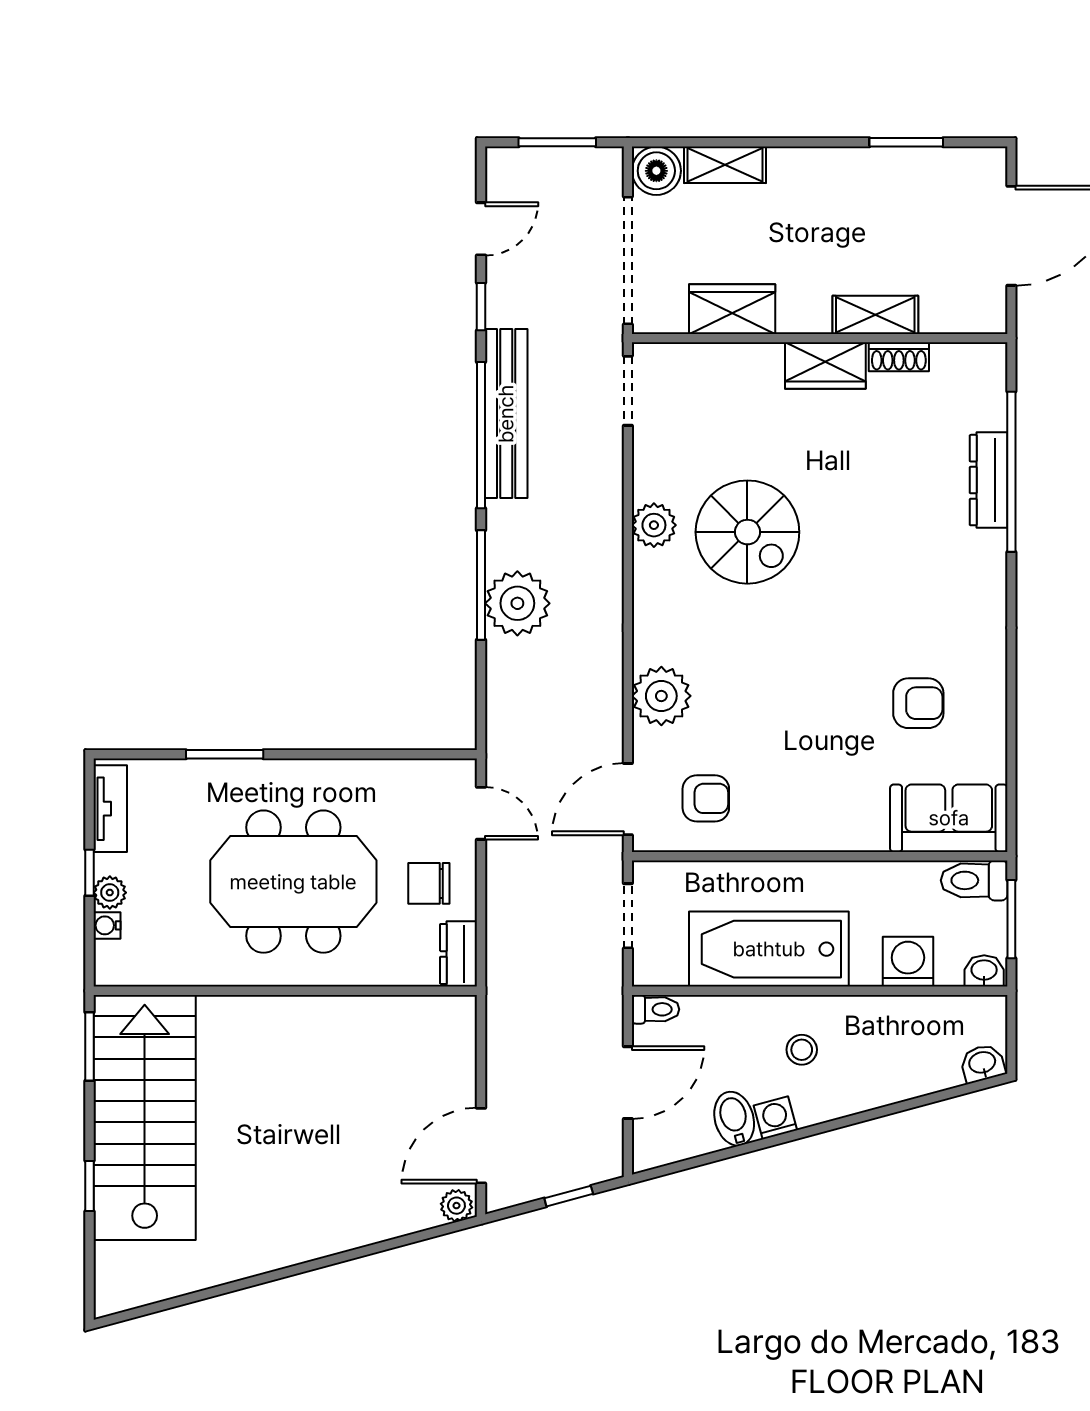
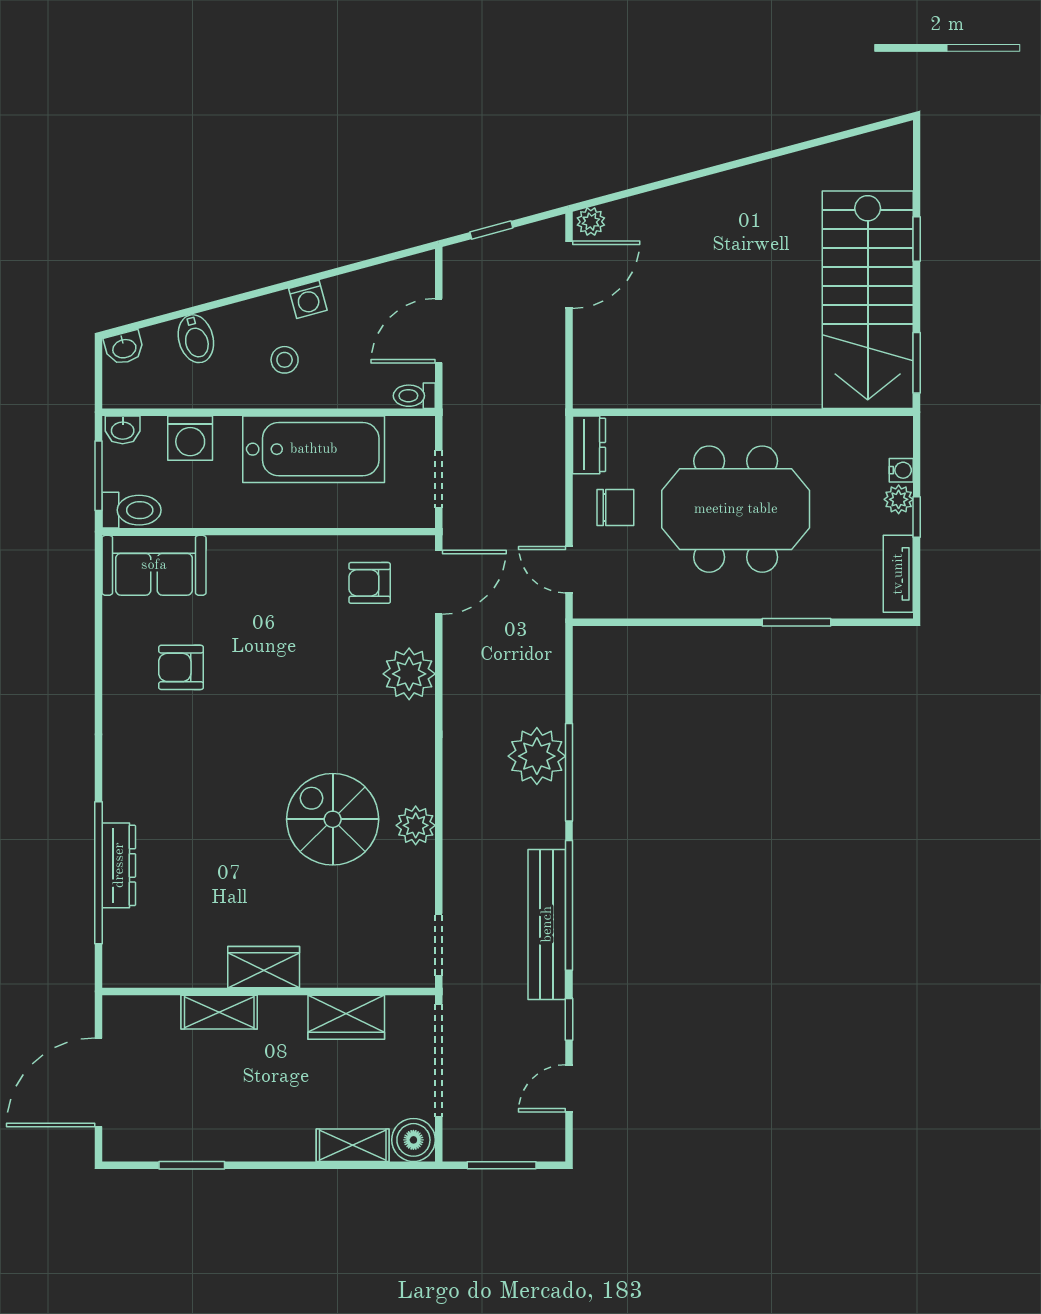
shoe rack: (899, 357) -> (198, 975), removed
bidet: (734, 1119) -> (196, 339), moved

